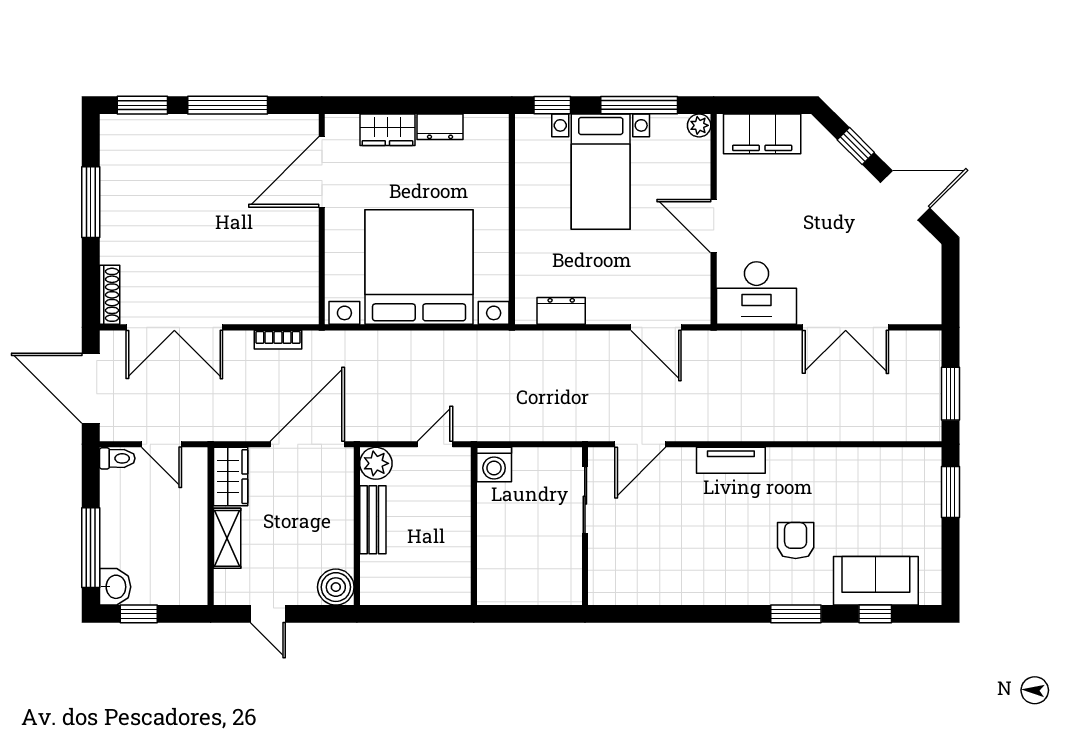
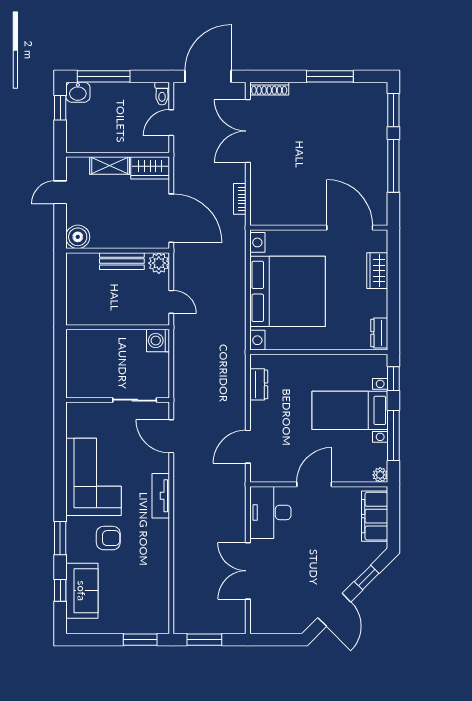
dresser: (440, 127) -> (379, 333), moved
corner sofa: (702, 563) -> (94, 477), added

